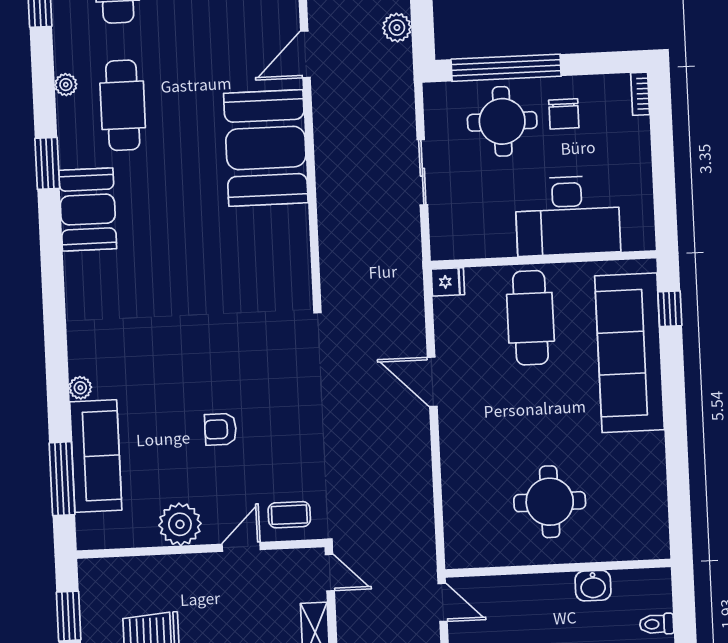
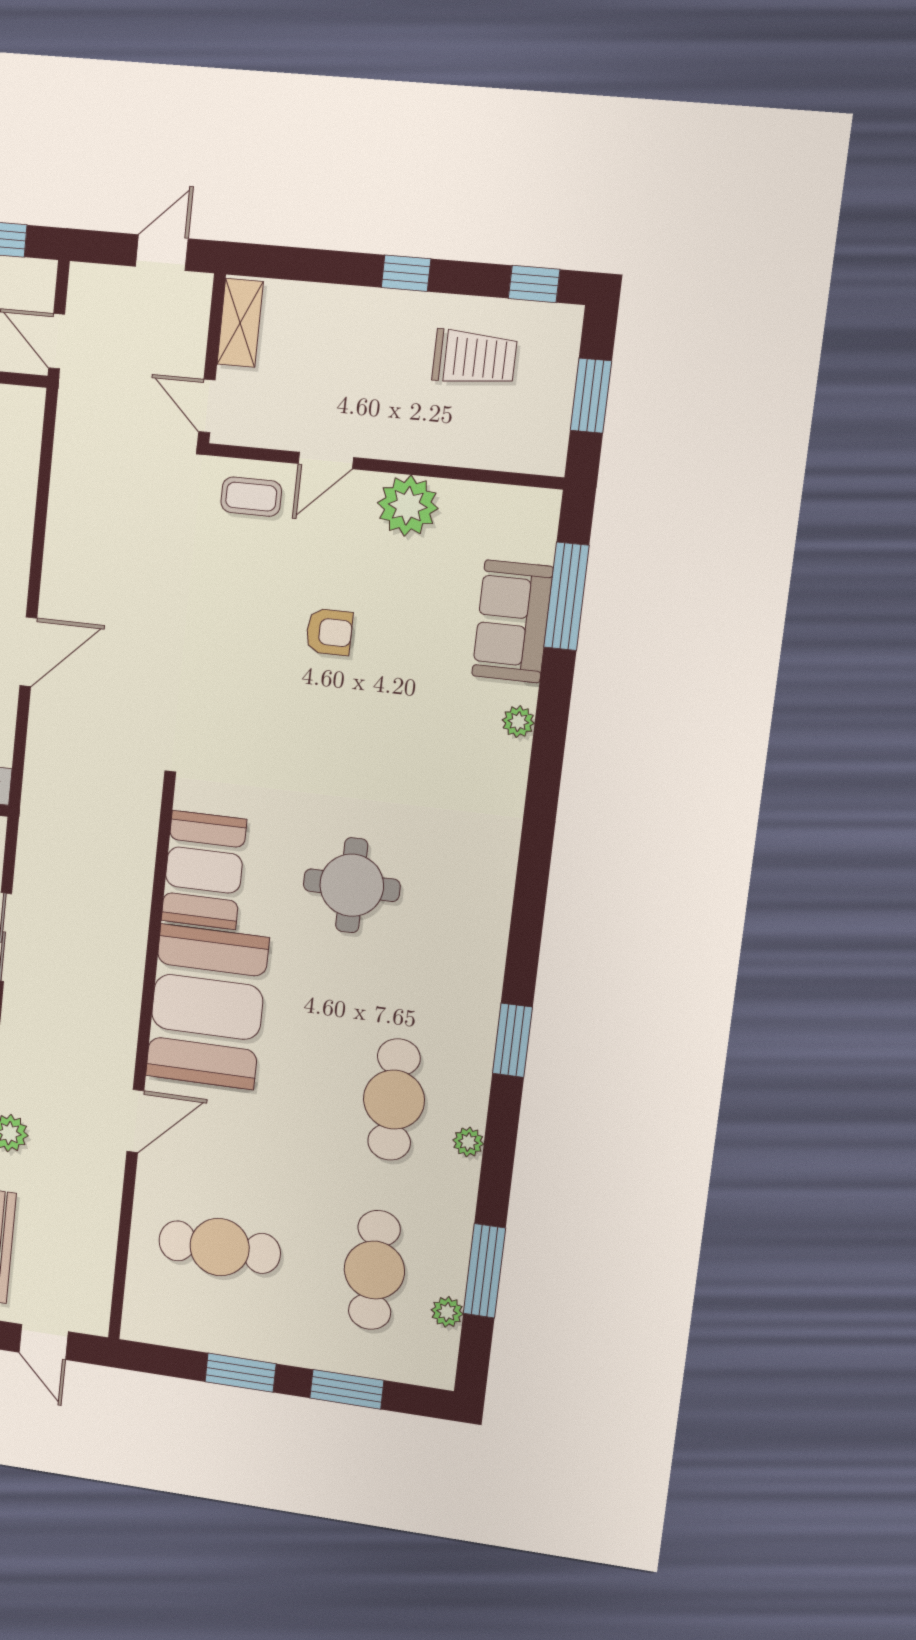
booth: (88, 210) -> (204, 870), moved
round table: (177, 254) -> (352, 885), added
door: (432, 382) -> (28, 652), hinge flipped
sofa: (96, 456) -> (512, 621), width x0.73

